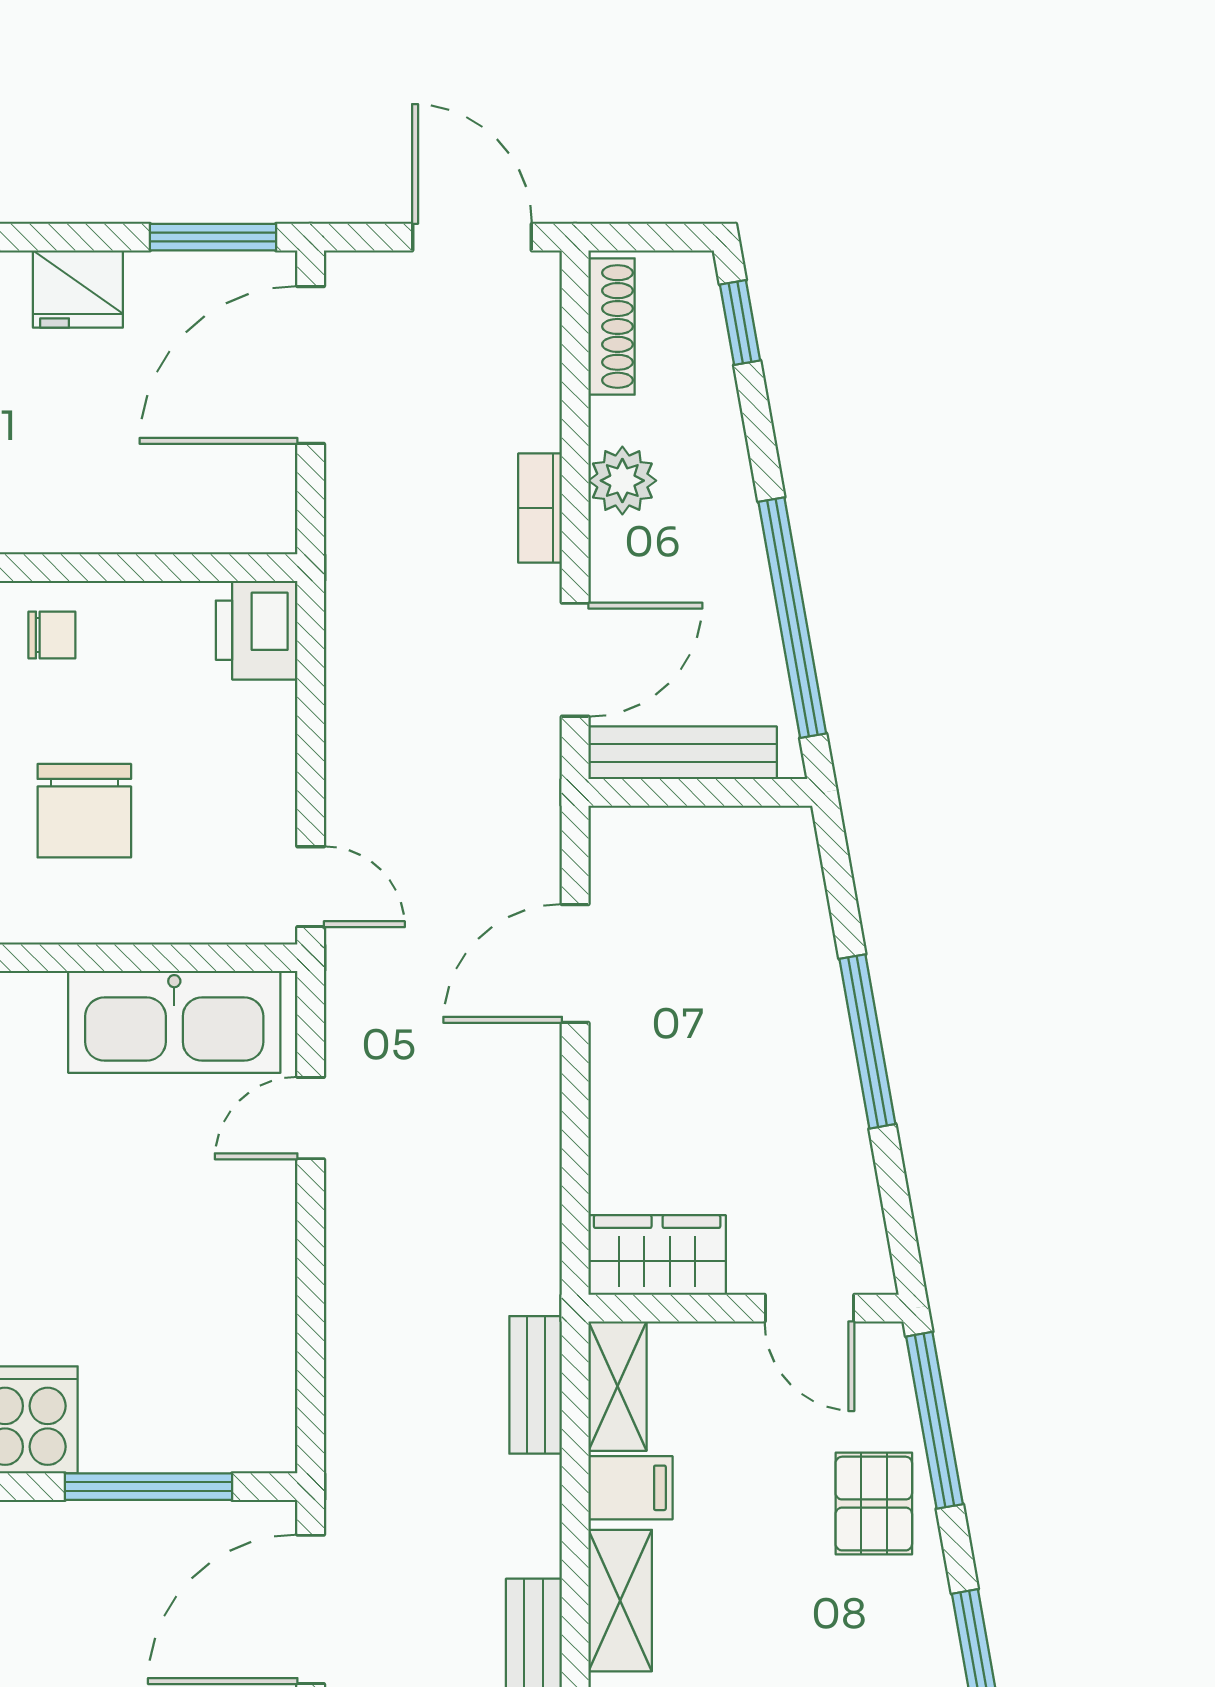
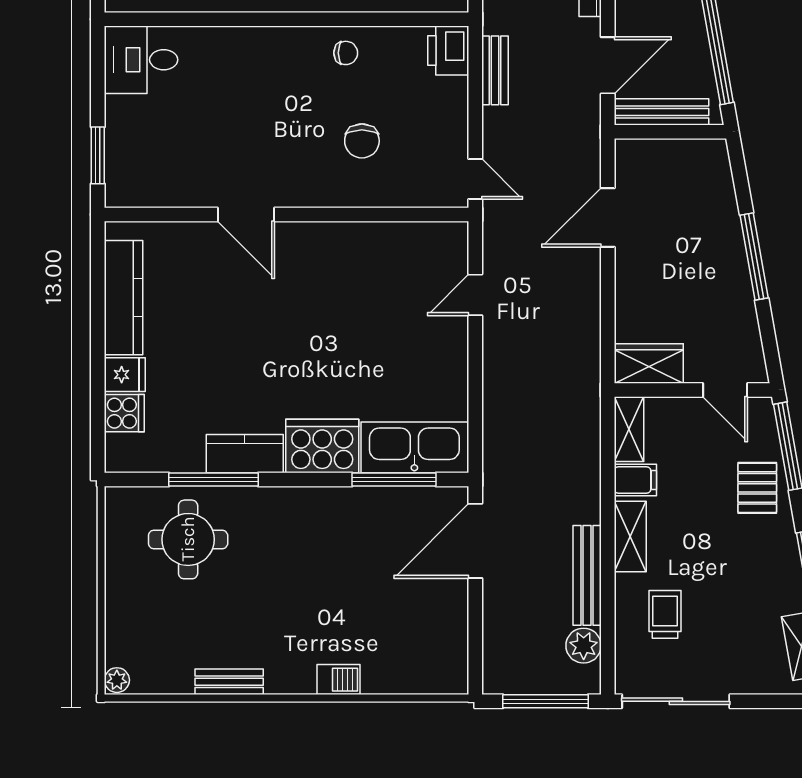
chair: (84, 811) -> (362, 141), width x0.73, depth x0.73
kitchen sink: (174, 1022) -> (414, 447), moved, turned 180
bench: (536, 1385) -> (495, 70), moved

